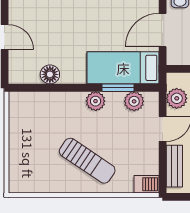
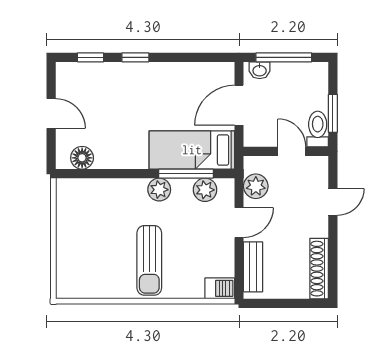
floor lamp: (50, 74) -> (82, 158), moved
window: (118, 88) -> (186, 174), width x1.44
sun lounger: (87, 161) -> (149, 260), turned 56

